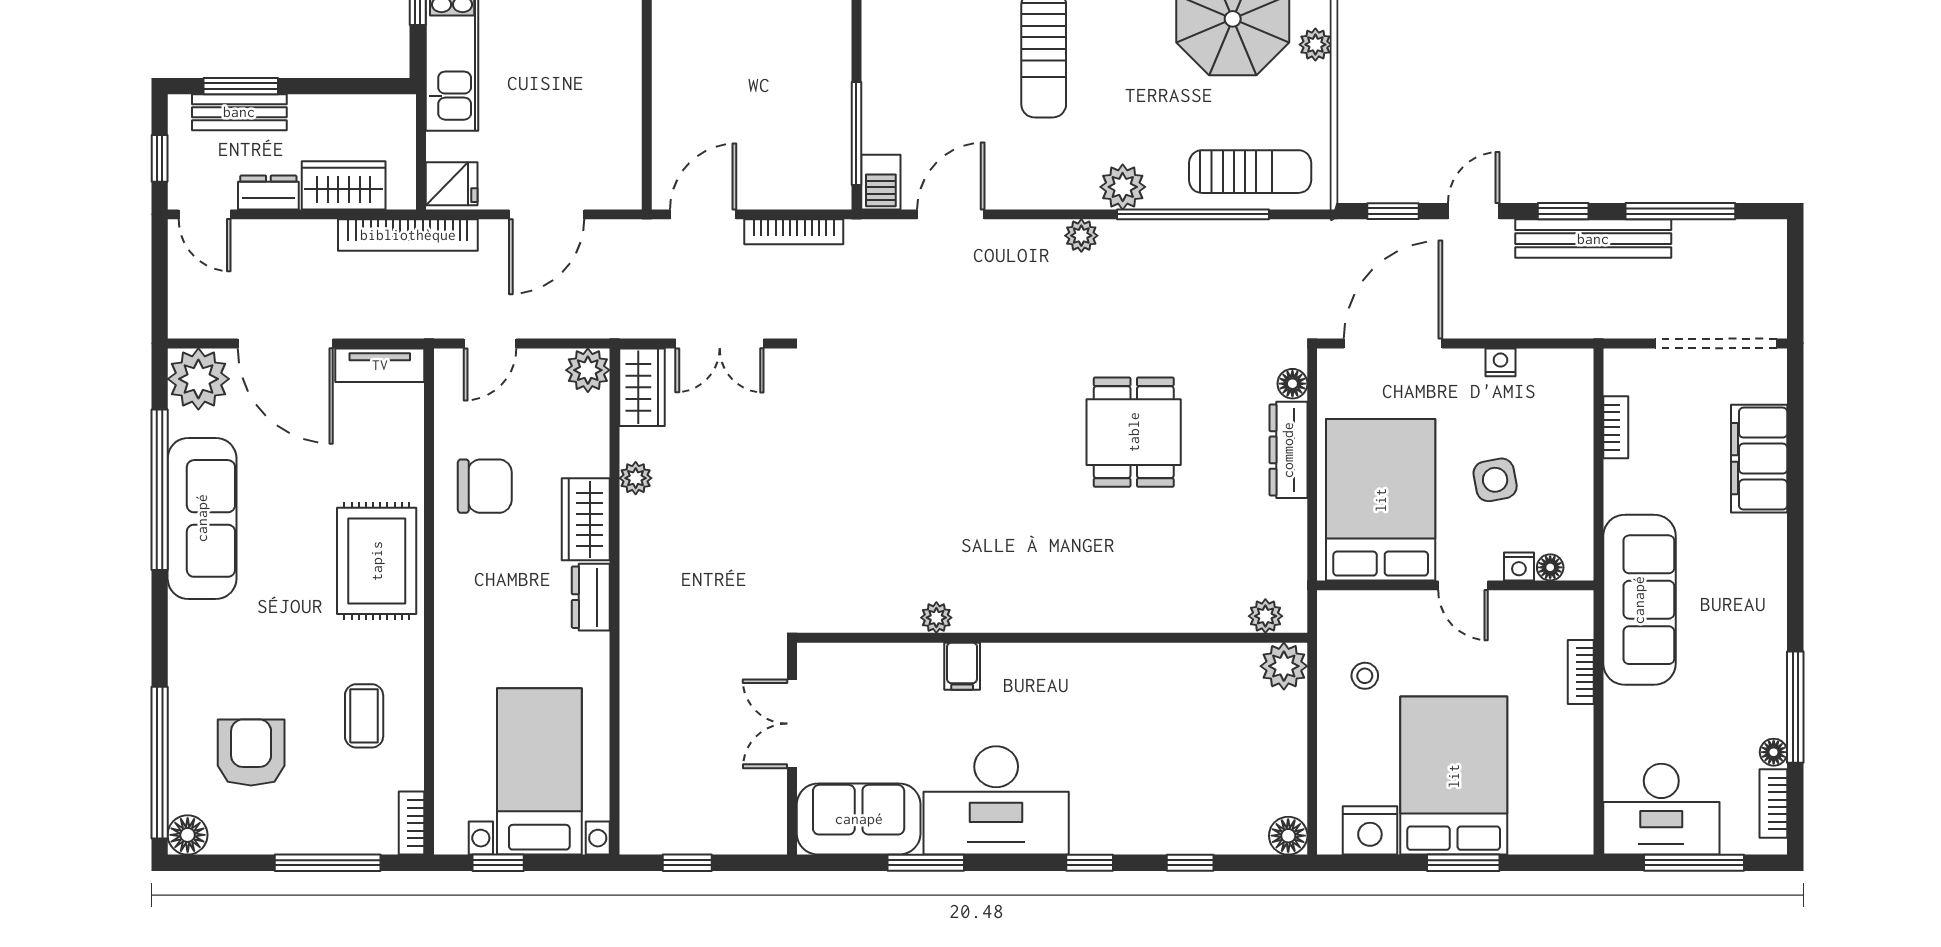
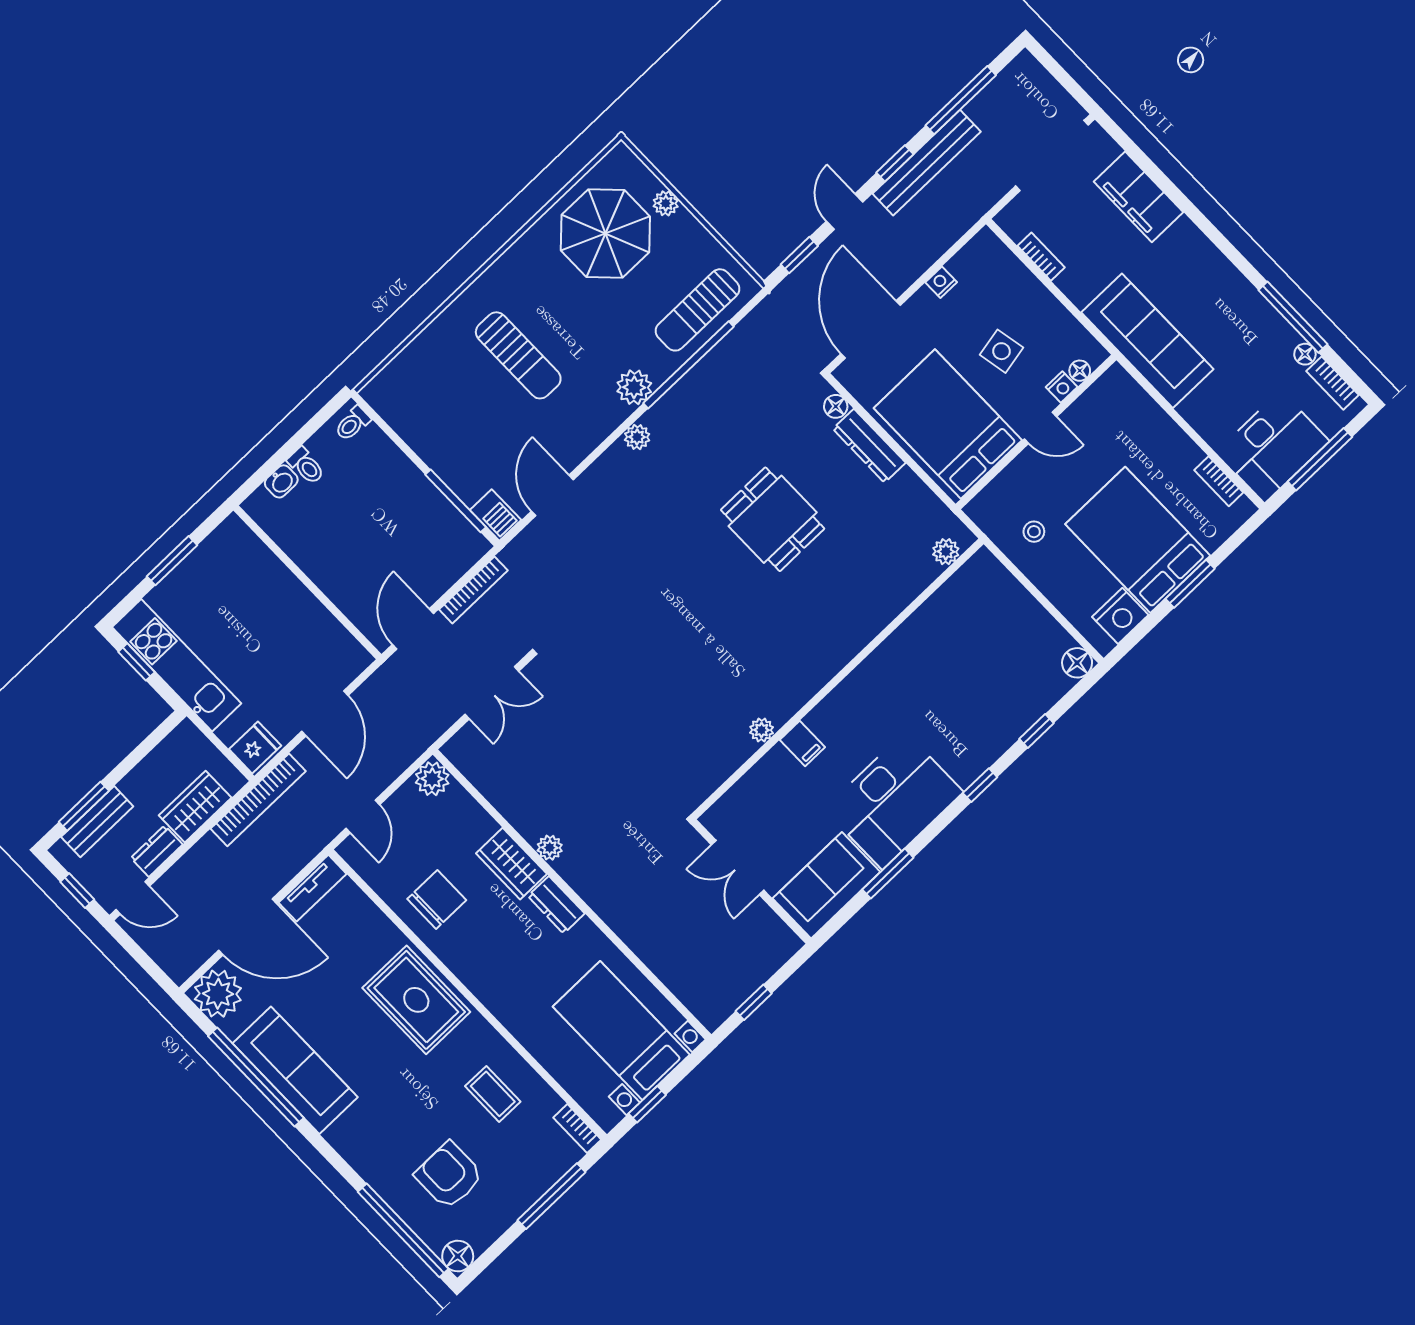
sun lounger: (1250, 172) -> (698, 310), turned 180
wardrobe: (642, 387) -> (472, 759), removed
plant: (636, 478) -> (550, 848), moved
plant: (1284, 666) -> (983, 570), removed
bookcase: (1581, 672) -> (1219, 481), moved

